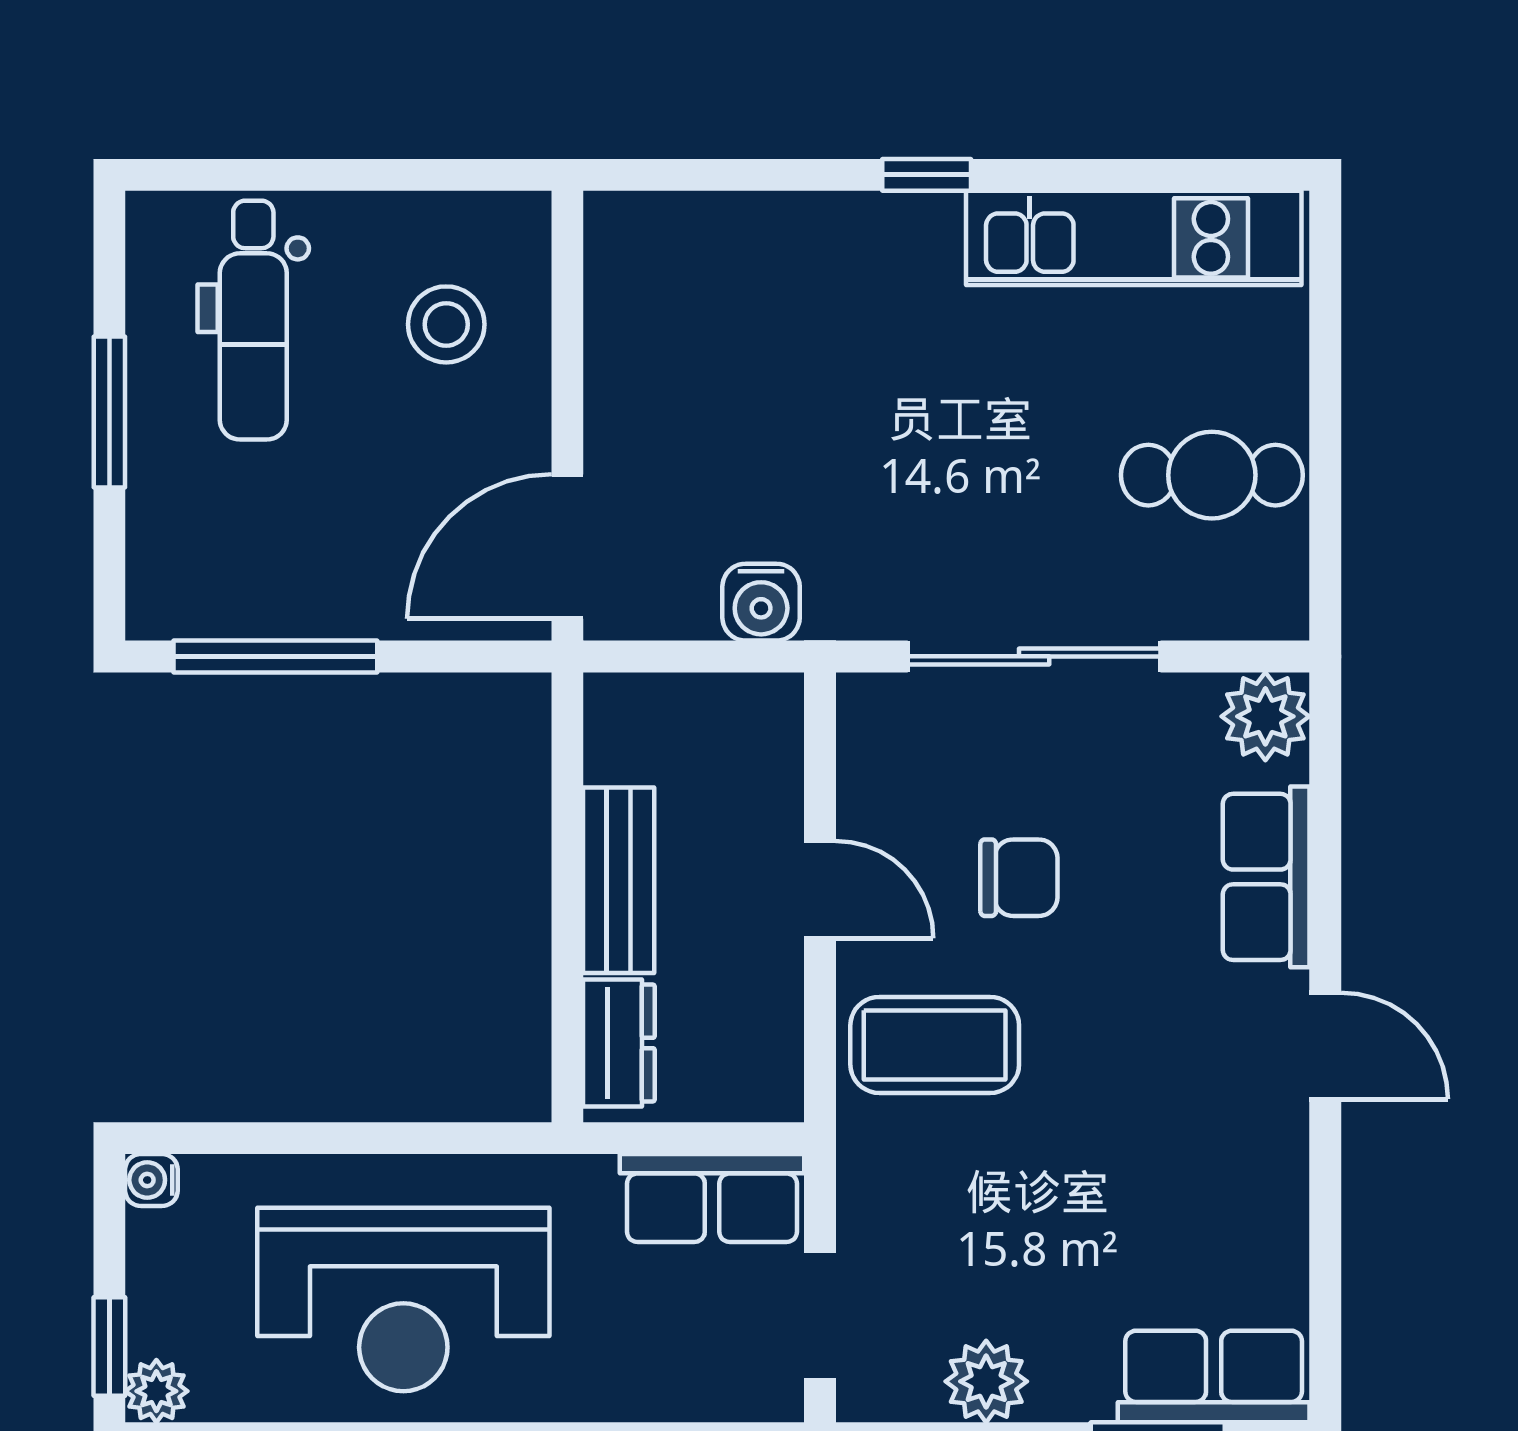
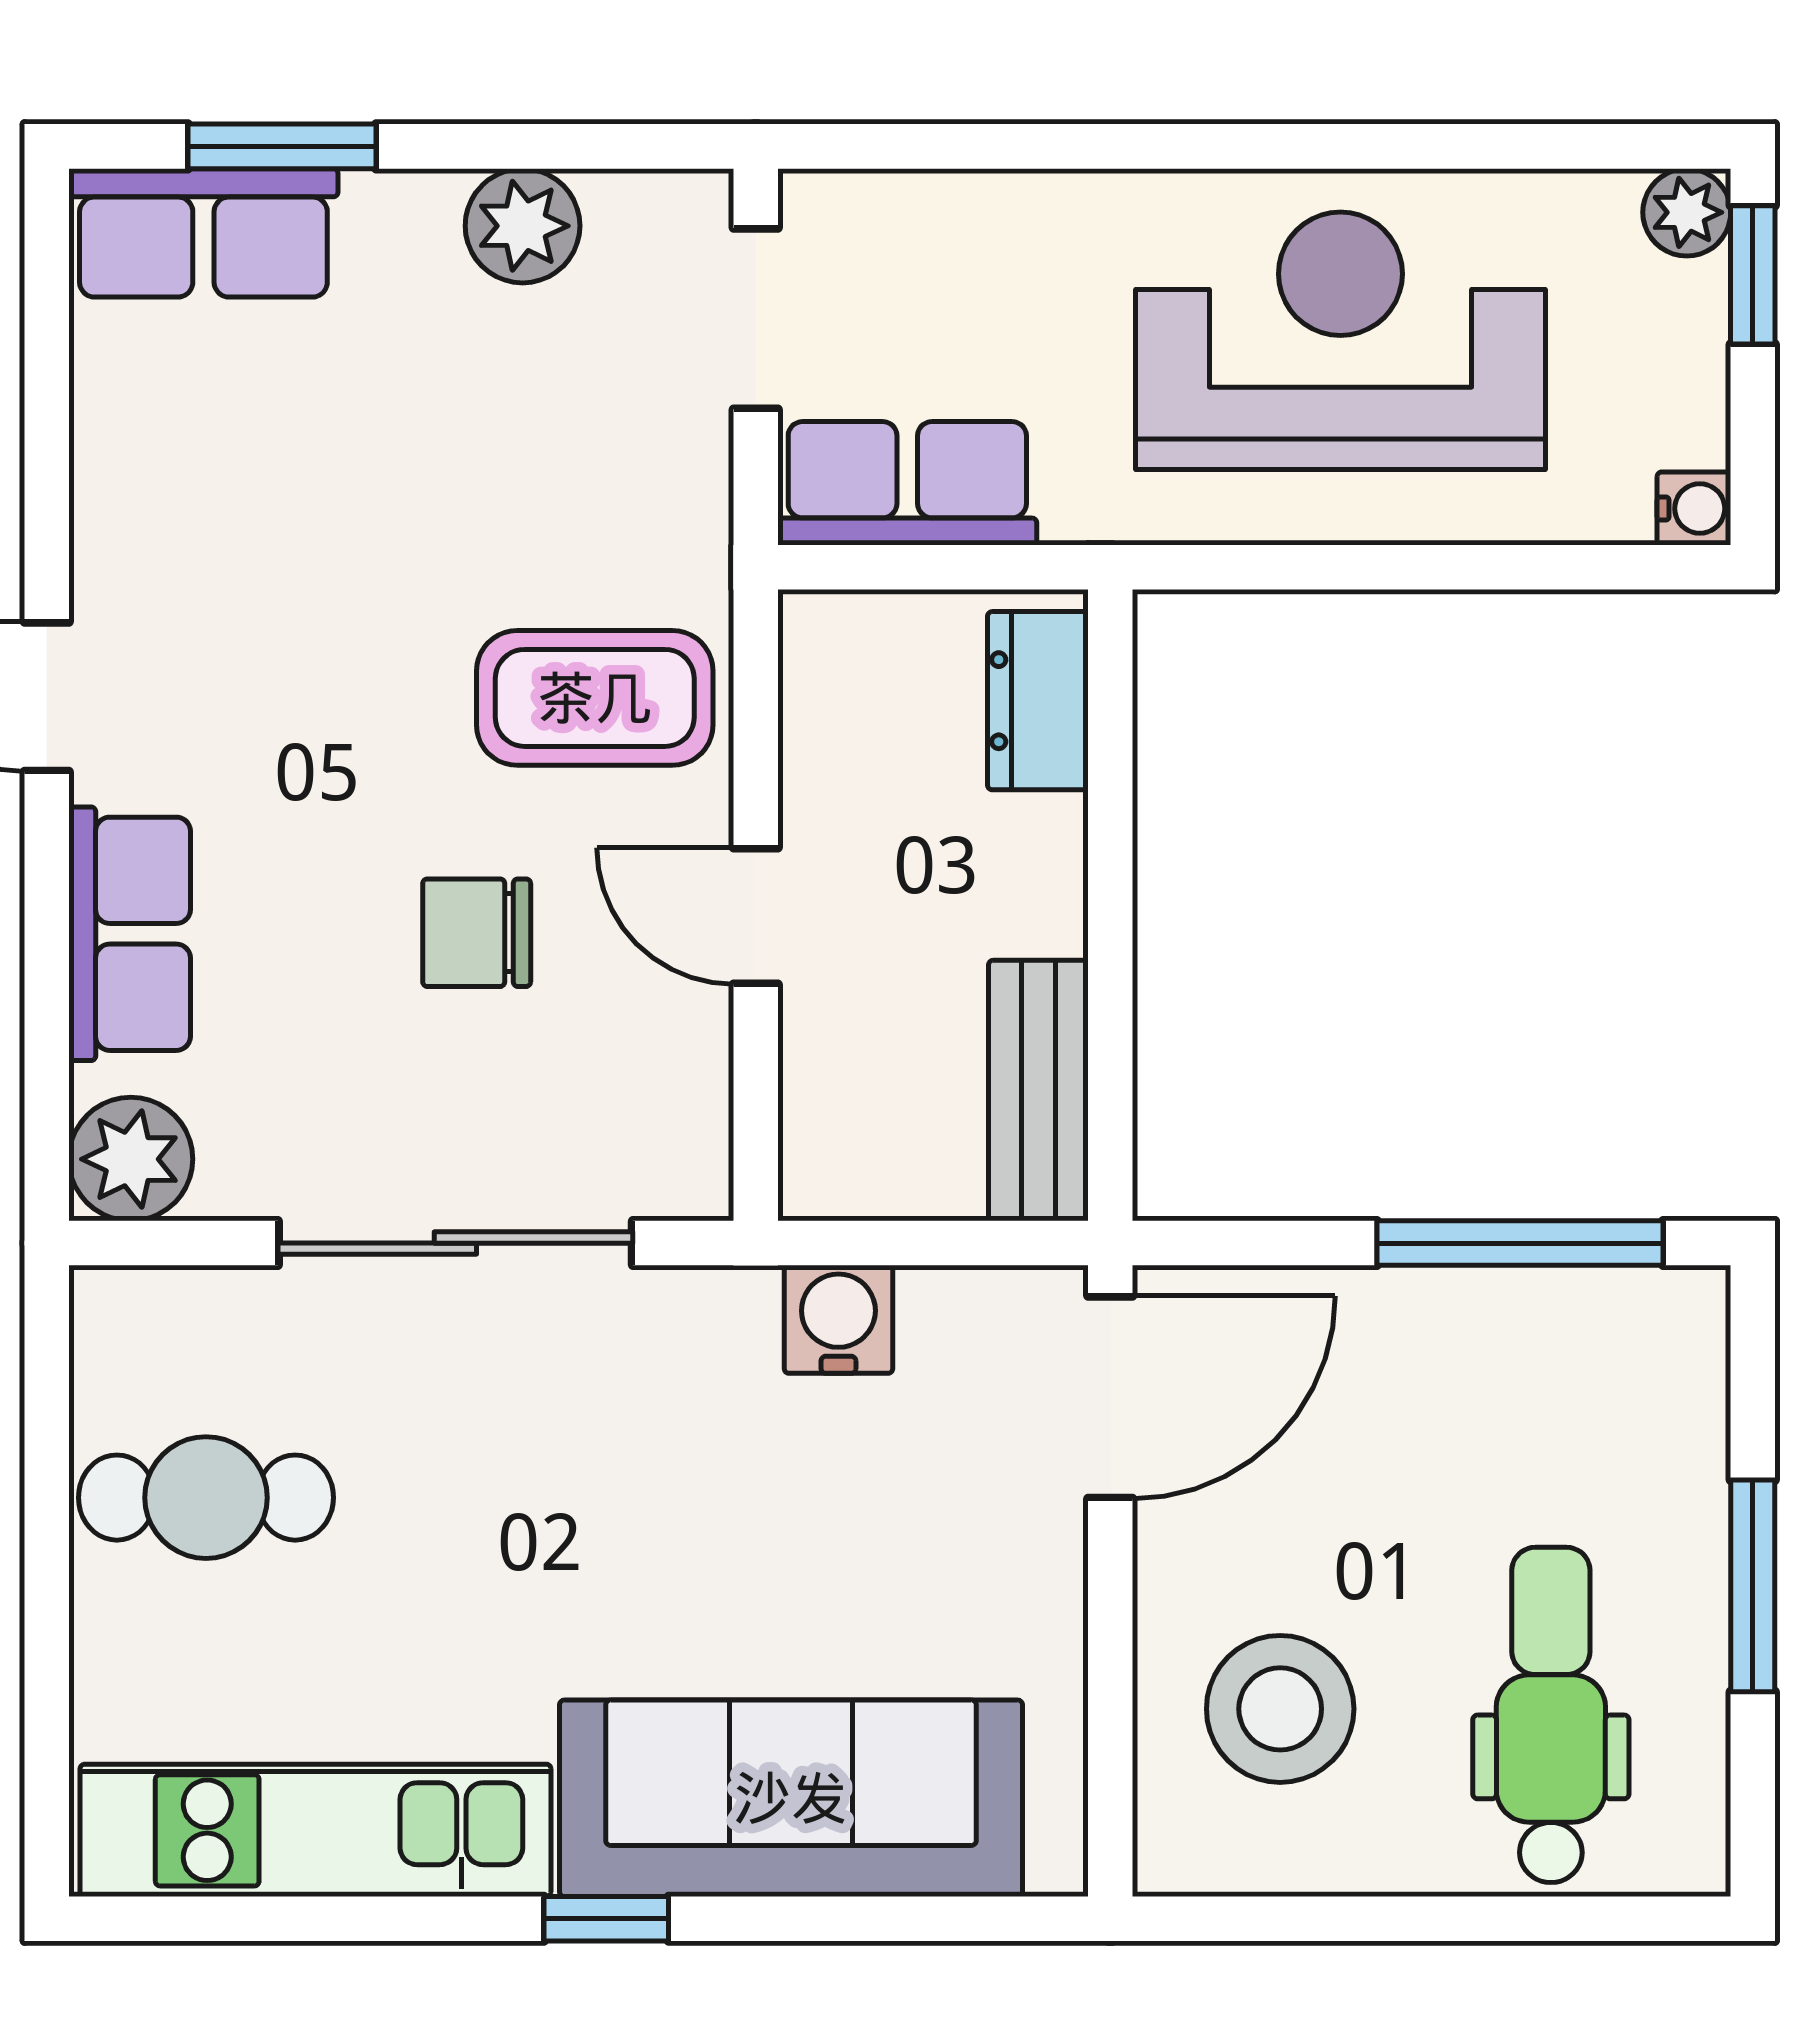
sofa: (795, 261) -> (791, 1798), added
stool: (446, 324) -> (1280, 1709), width x1.38, depth x1.38
bench: (619, 880) -> (1038, 1091), moved

